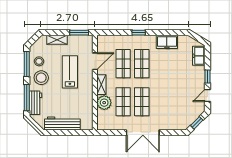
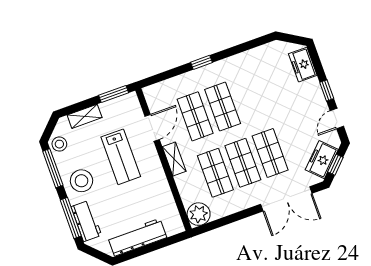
freezer: (167, 42) -> (322, 160), moved, turned 135
stool: (39, 61) -> (59, 144), moved
lab bench: (70, 72) -> (121, 157), turned 180
shop shelf: (160, 102) -> (270, 153), added
plant: (104, 103) -> (199, 214), moved
double door: (143, 133) -> (286, 199), moved

